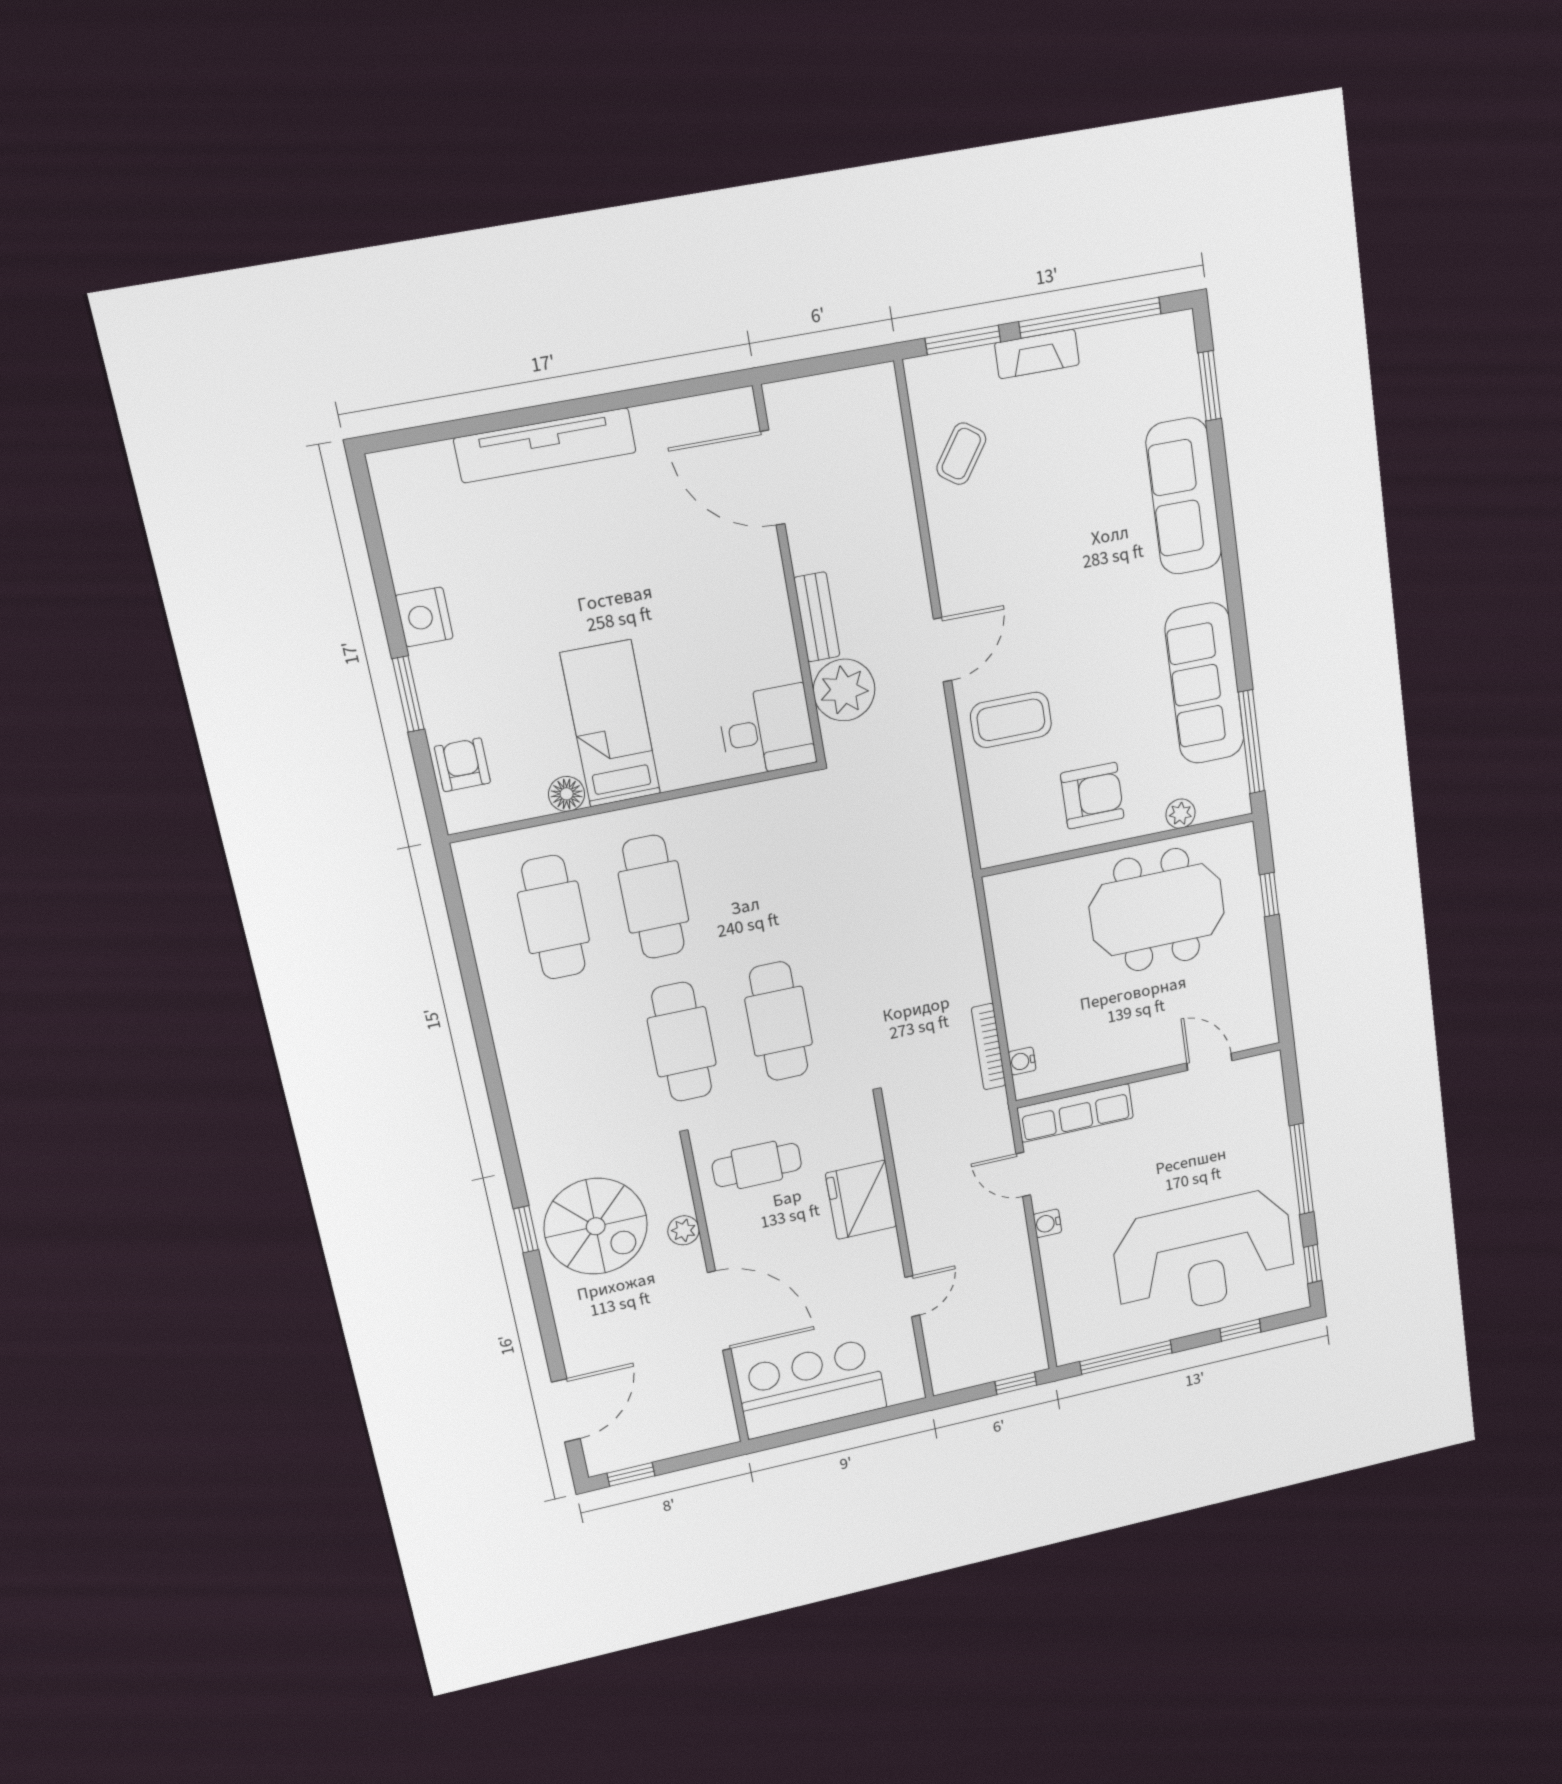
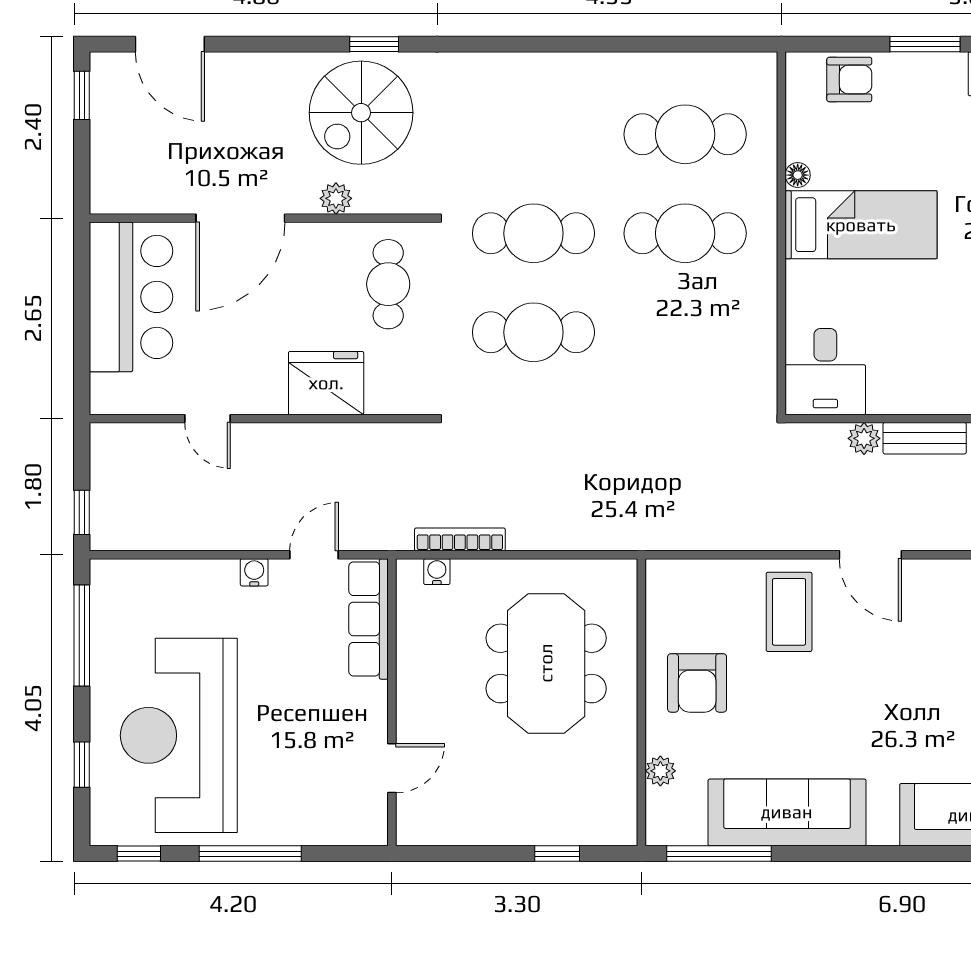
plant: (844, 690) -> (864, 438), width x0.53, depth x0.53
floor lamp: (567, 794) -> (798, 175), width x0.73, depth x0.73
meeting table: (1157, 910) -> (546, 663), moved

